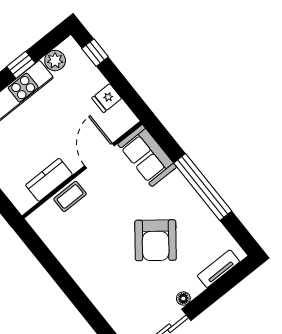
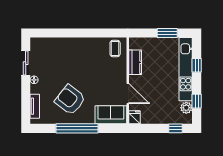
window: (21, 65) -> (197, 101), moved
fridge: (107, 98) -> (135, 117), moved
coffee table: (70, 196) -> (115, 49), moved
armchair: (156, 240) -> (70, 100), moved

